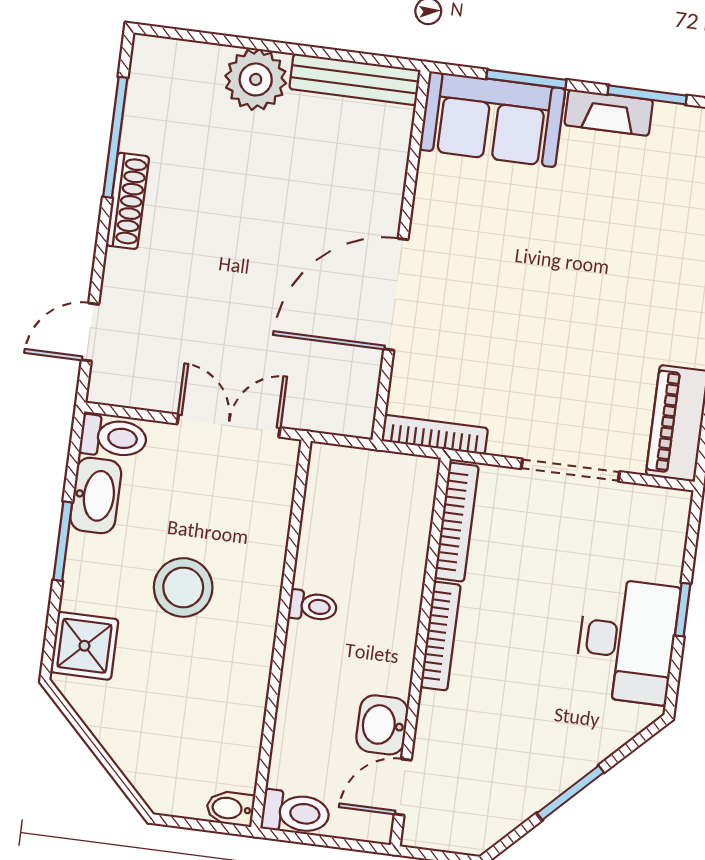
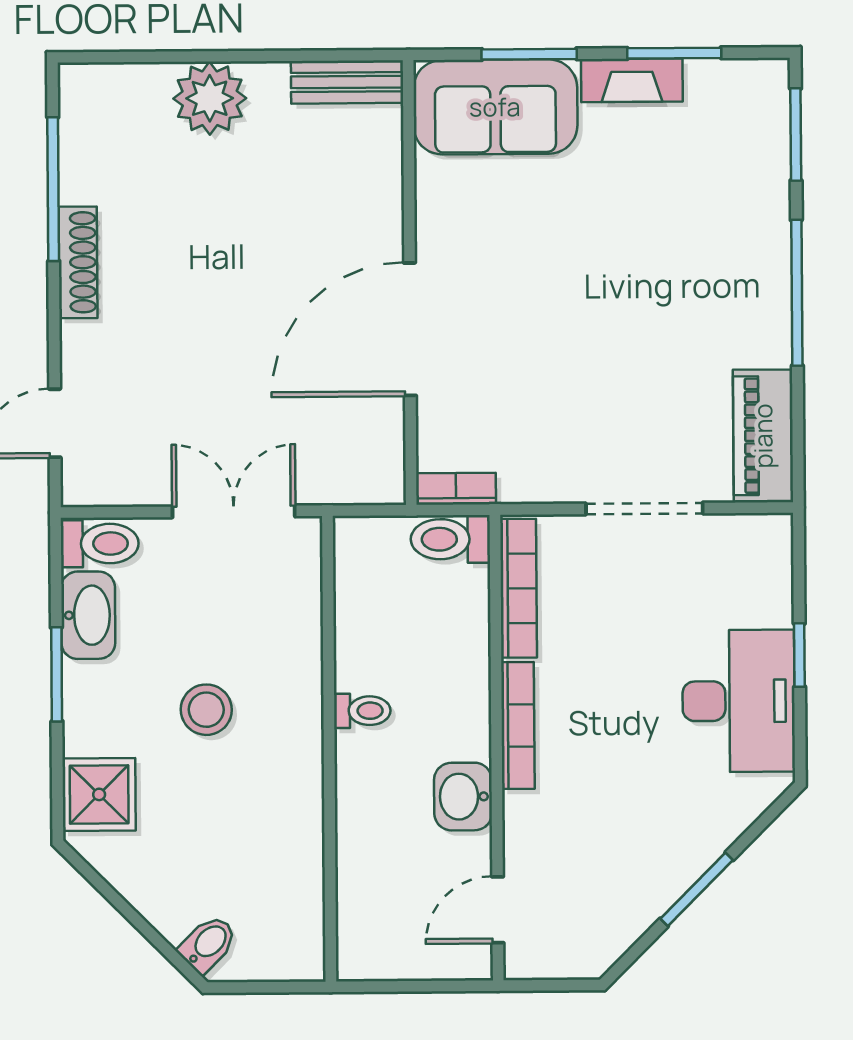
bench: (355, 79) -> (347, 82), width x0.73
bookcase: (435, 435) -> (456, 489), width x0.64
stool: (183, 587) -> (206, 710), width x0.73, depth x0.73
washbasin: (382, 725) -> (463, 797), moved
bidet: (230, 808) -> (208, 944), moved, turned 135
toilet: (296, 813) -> (450, 539), moved, turned 180

